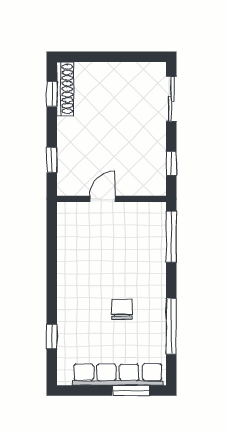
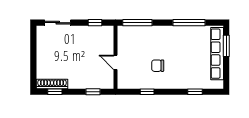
window: (52, 254) -> (147, 92), added
chair: (122, 309) -> (158, 66), moved

